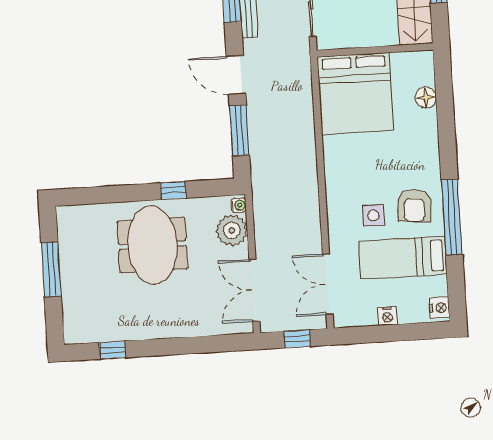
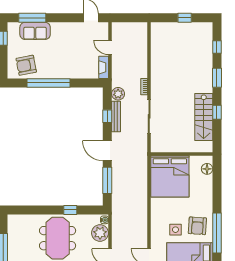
wall: (375, 50) -> (182, 154), moved
bed: (355, 93) -> (170, 176), moved

